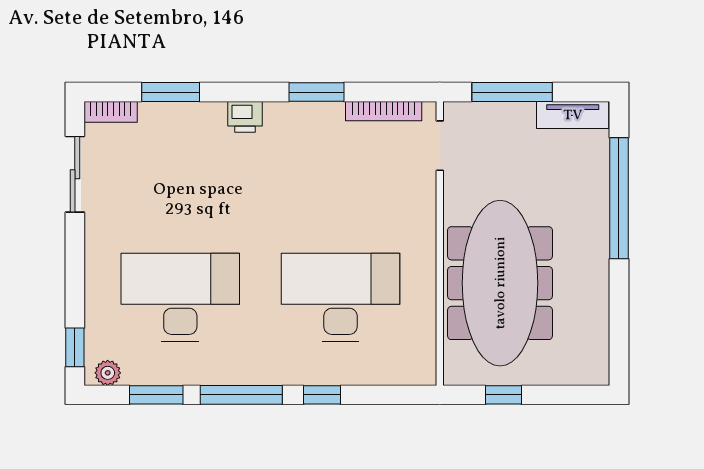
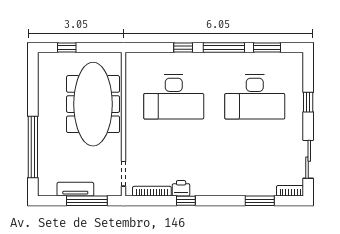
window: (317, 92) -> (186, 201), width x0.67
tv unit: (573, 115) -> (75, 189), moved
printer: (245, 117) -> (181, 188), moved
window: (75, 347) -> (308, 102), moved
plant: (108, 373) -> (292, 59), removed
window: (504, 395) -> (67, 48), moved

